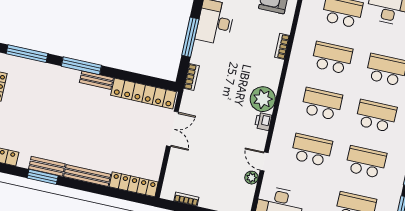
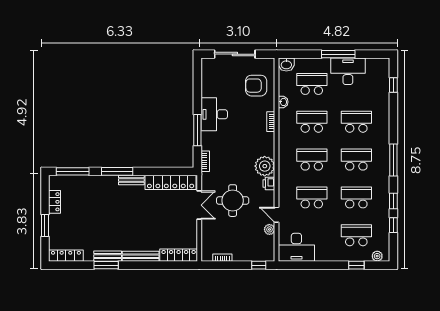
washbasin: (303, 26) -> (283, 102), added
round table: (214, 132) -> (233, 201), added

